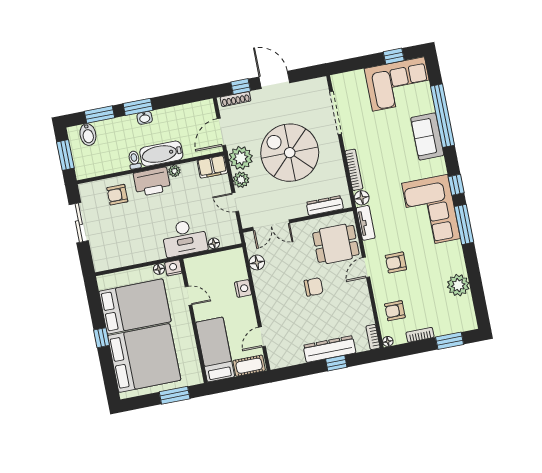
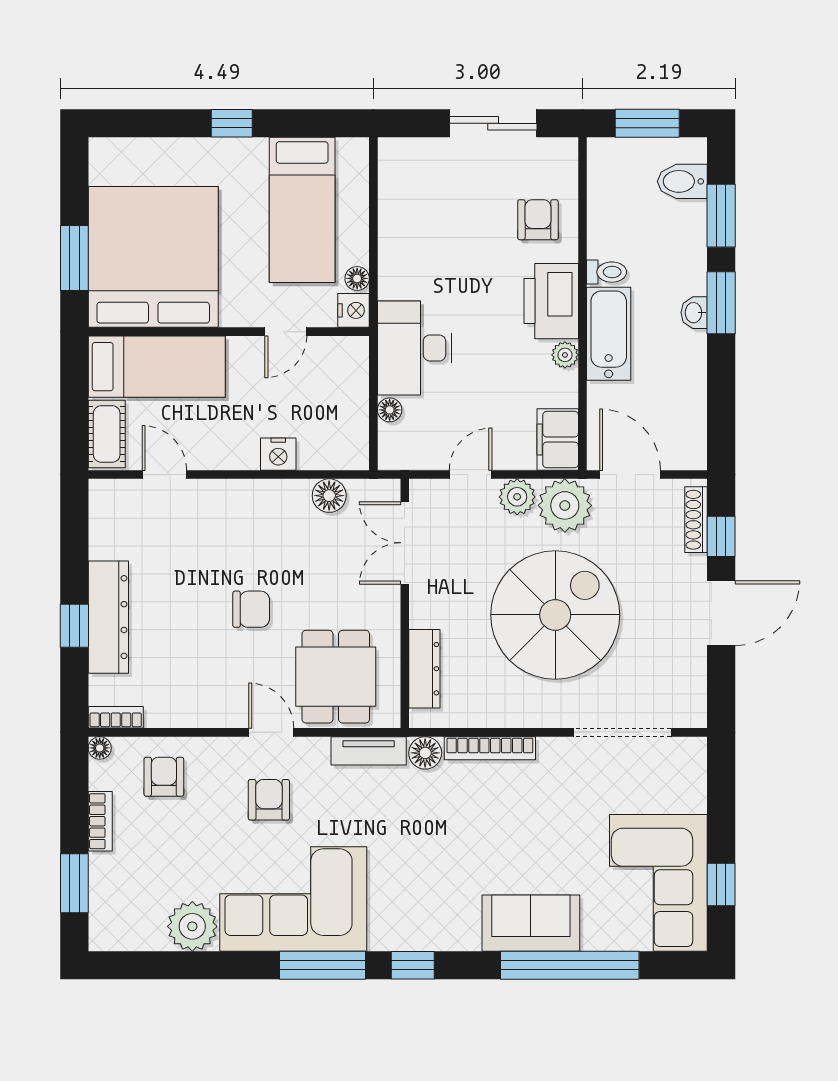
corner sofa: (431, 211) -> (293, 899), moved
chair: (314, 287) -> (251, 609), turned -90
bed: (135, 306) -> (302, 210), width x0.67
bed: (144, 358) -> (153, 257), moved, turned 180

